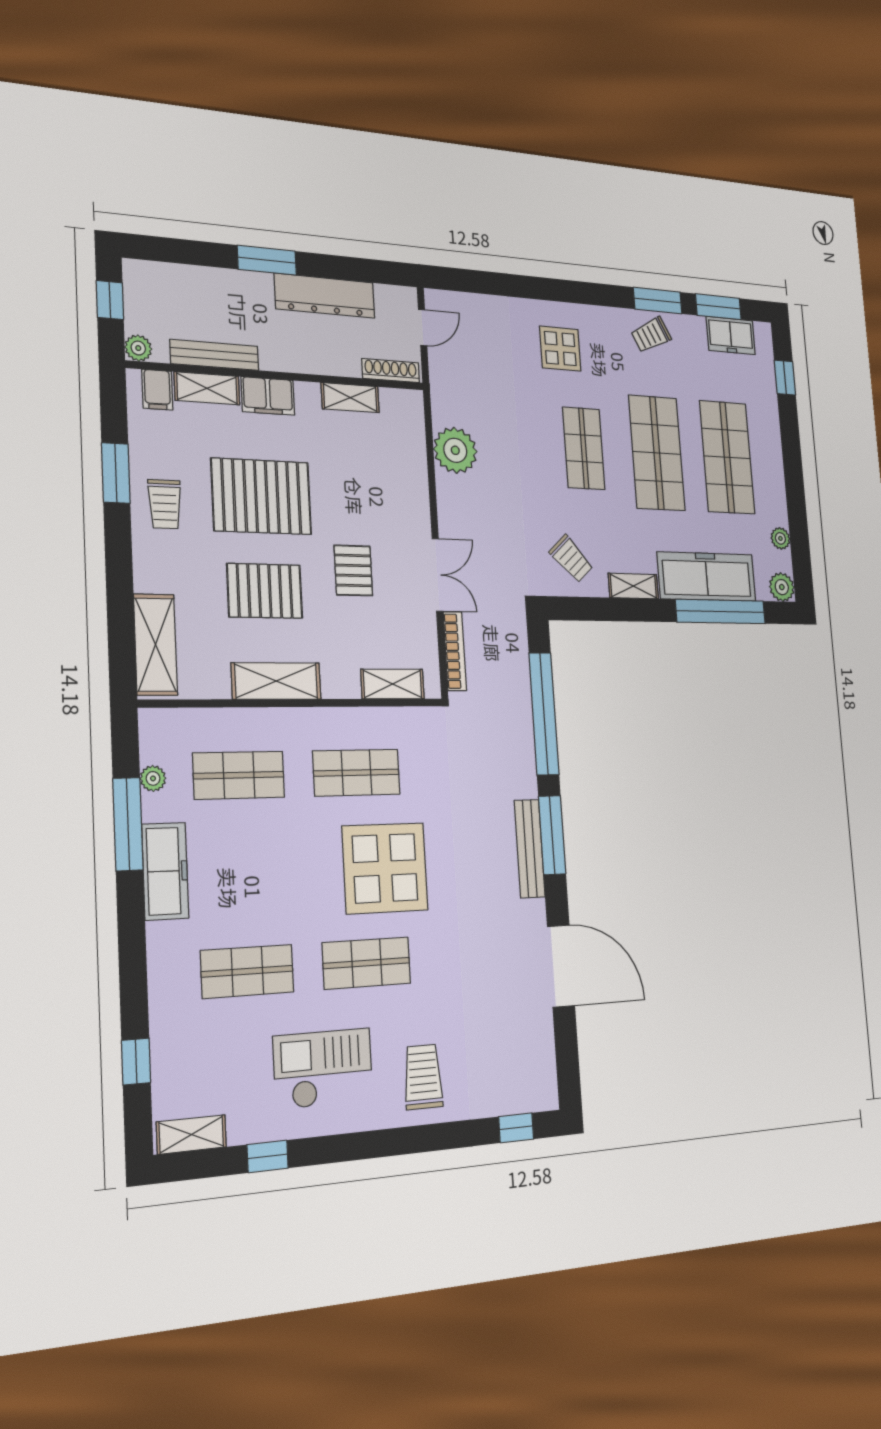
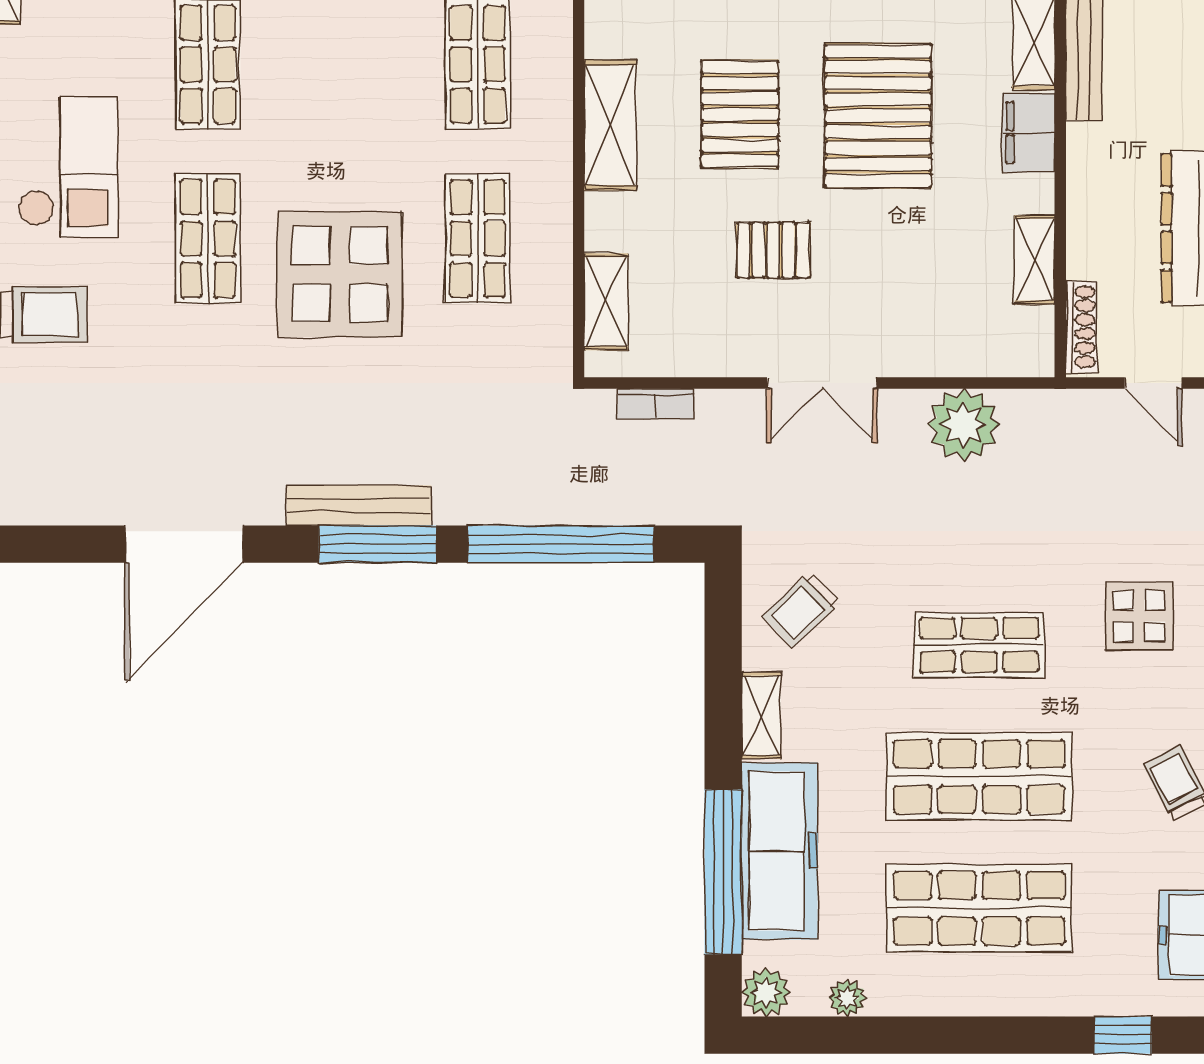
double door: (437, 575) -> (822, 383), moved
bookcase: (455, 651) -> (655, 404), width x0.64

